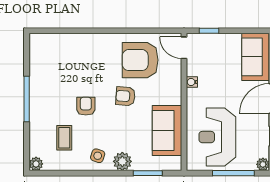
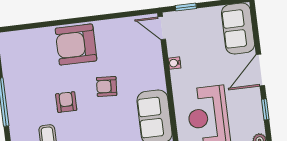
armchair: (140, 60) -> (76, 45), moved

